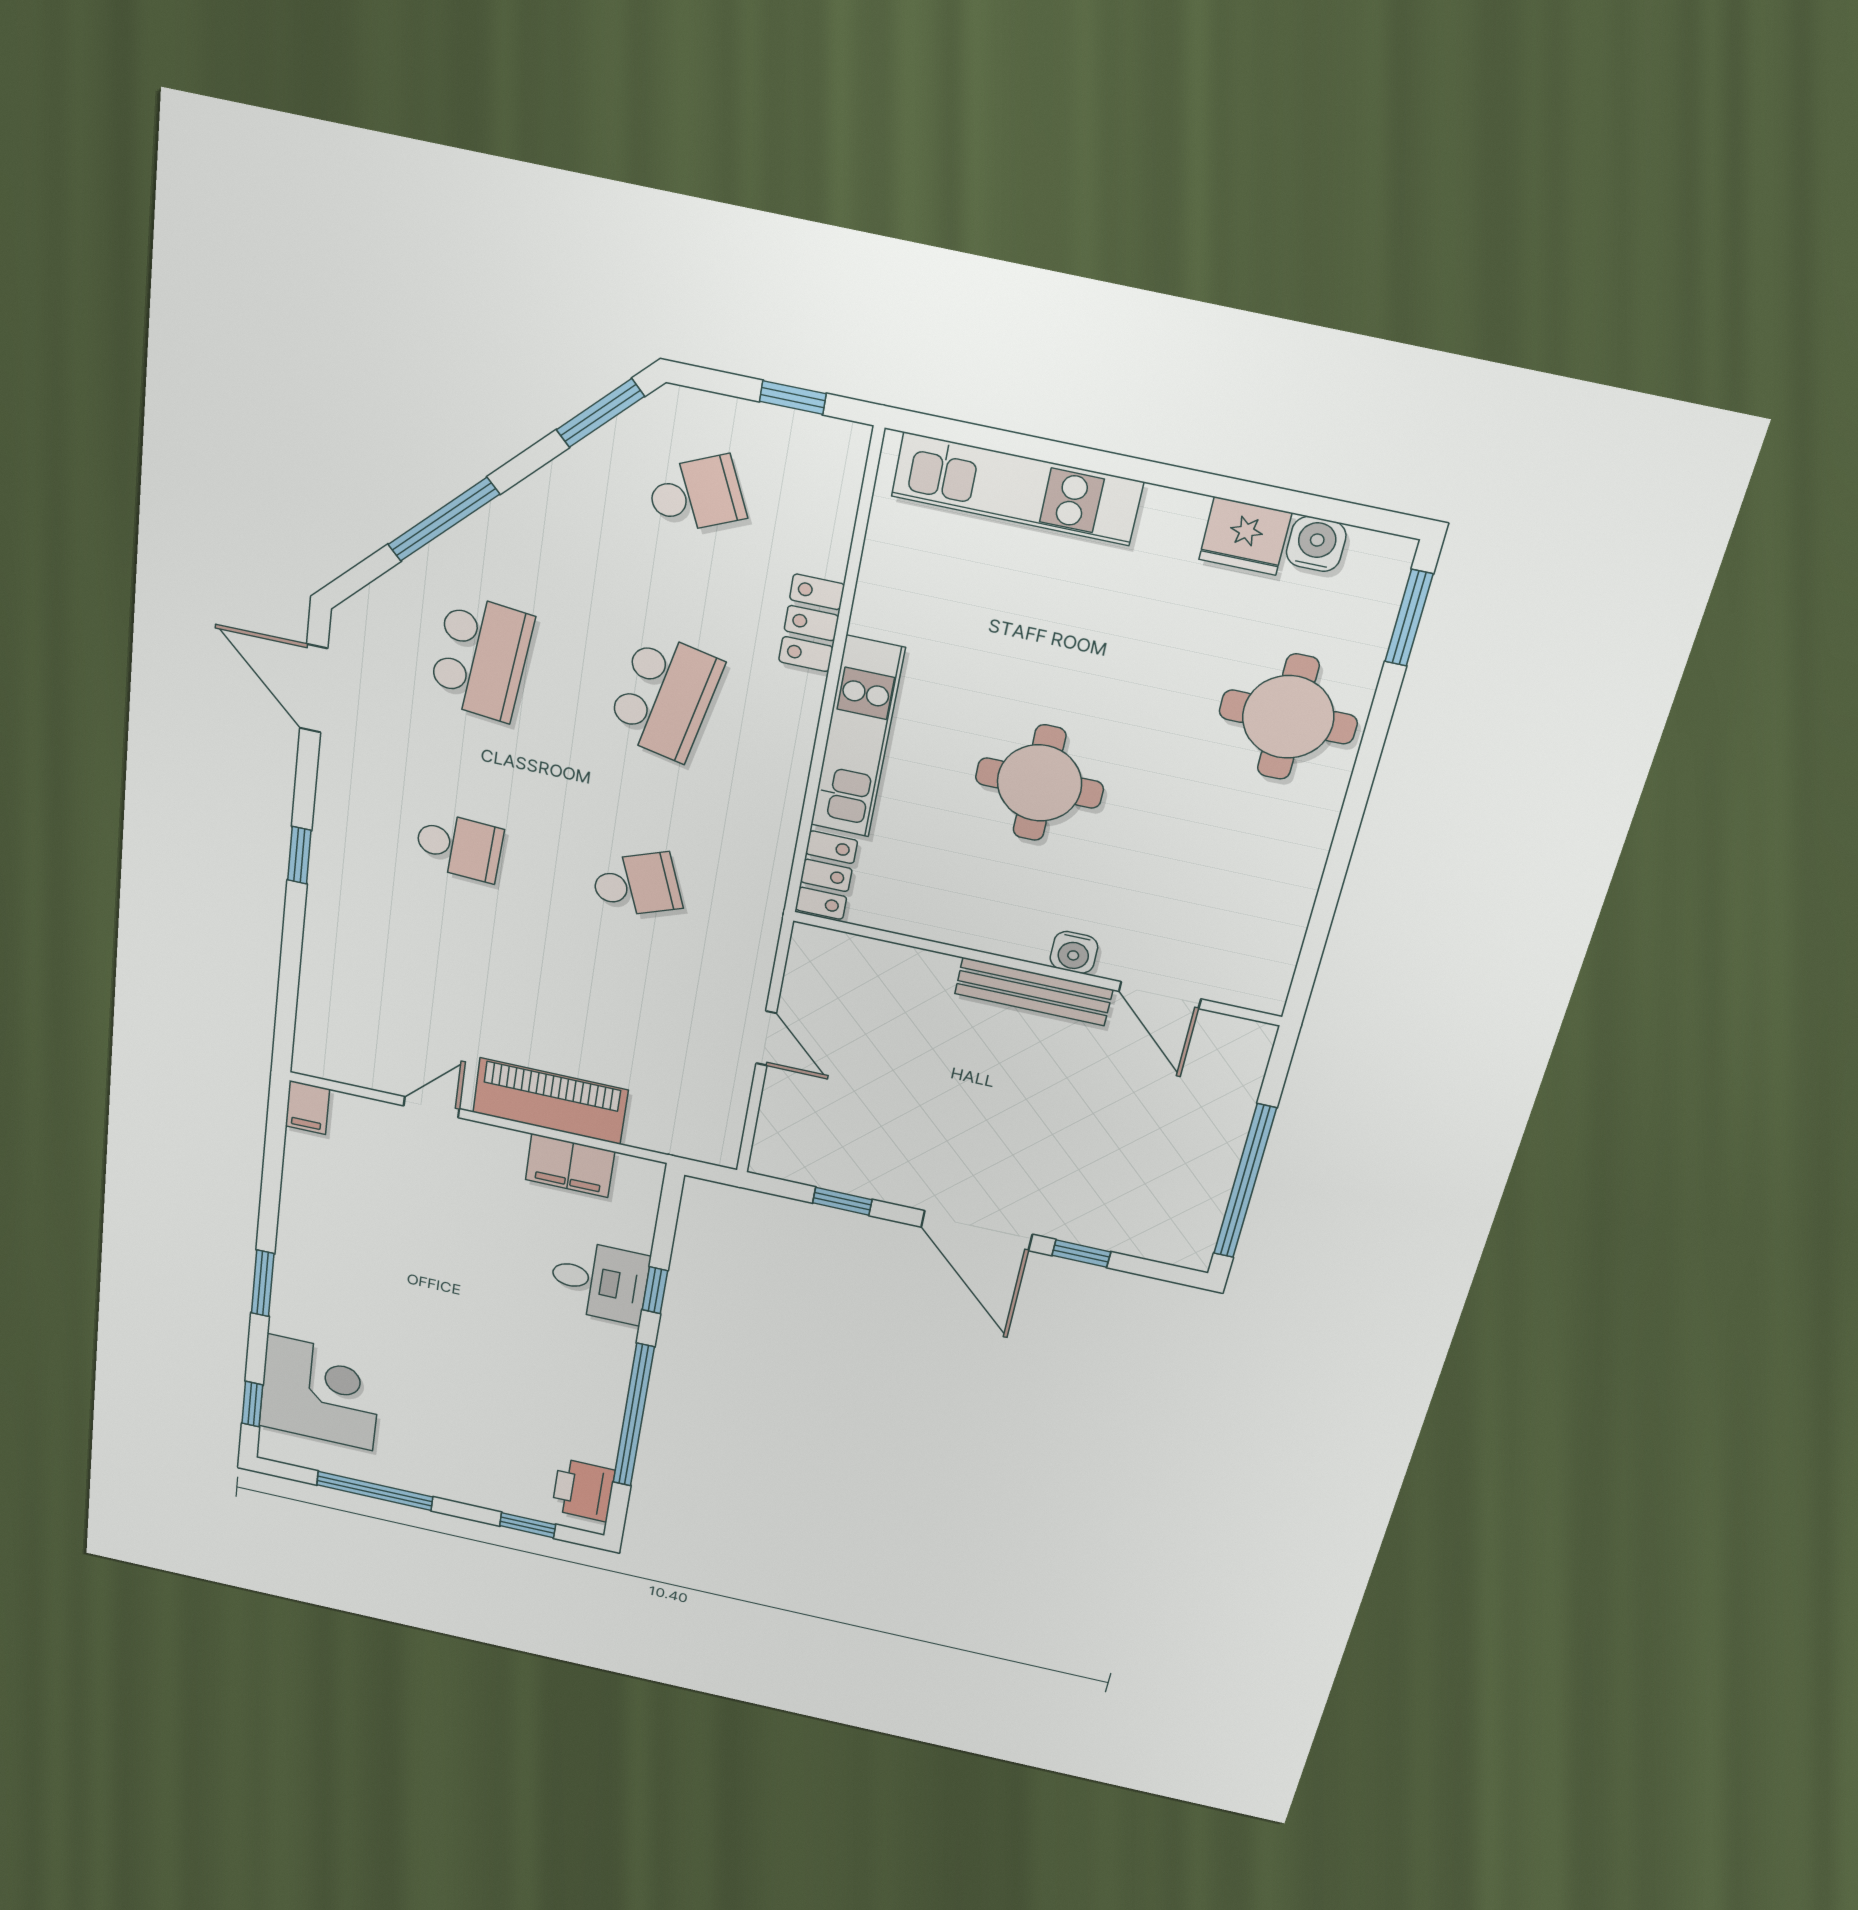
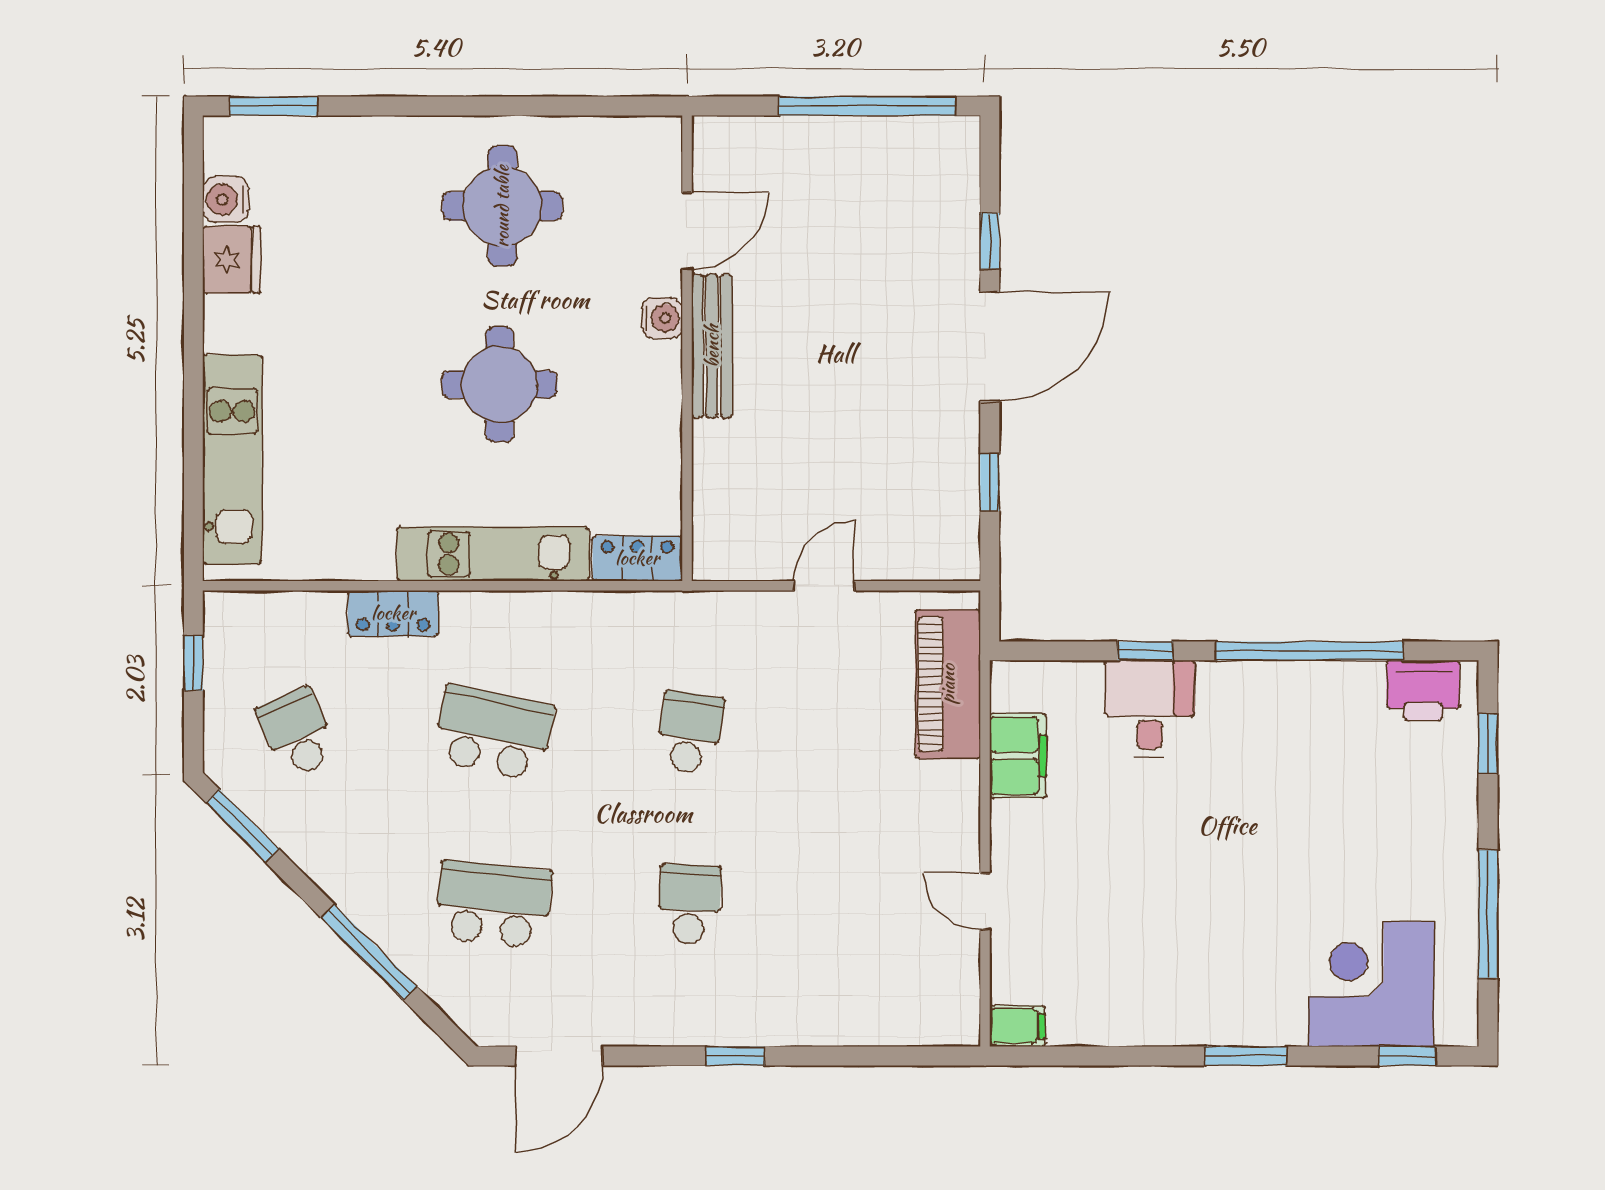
round table: (1288, 717) -> (502, 206), moved
school desk: (636, 885) -> (690, 733), turned 30
piano: (550, 1101) -> (948, 684), moved

